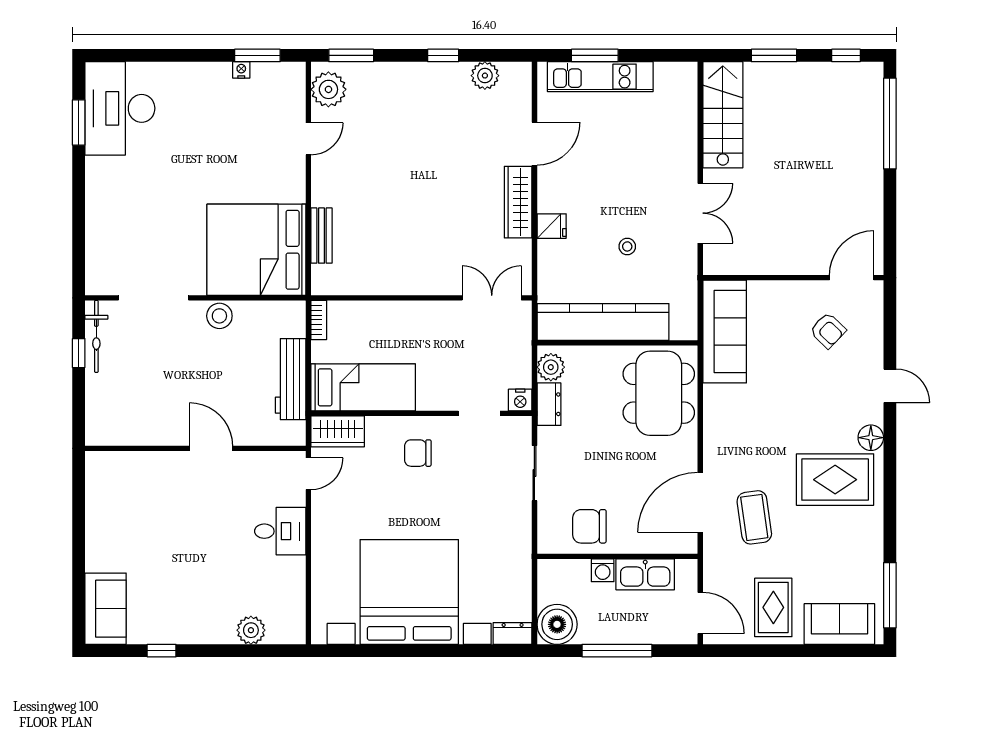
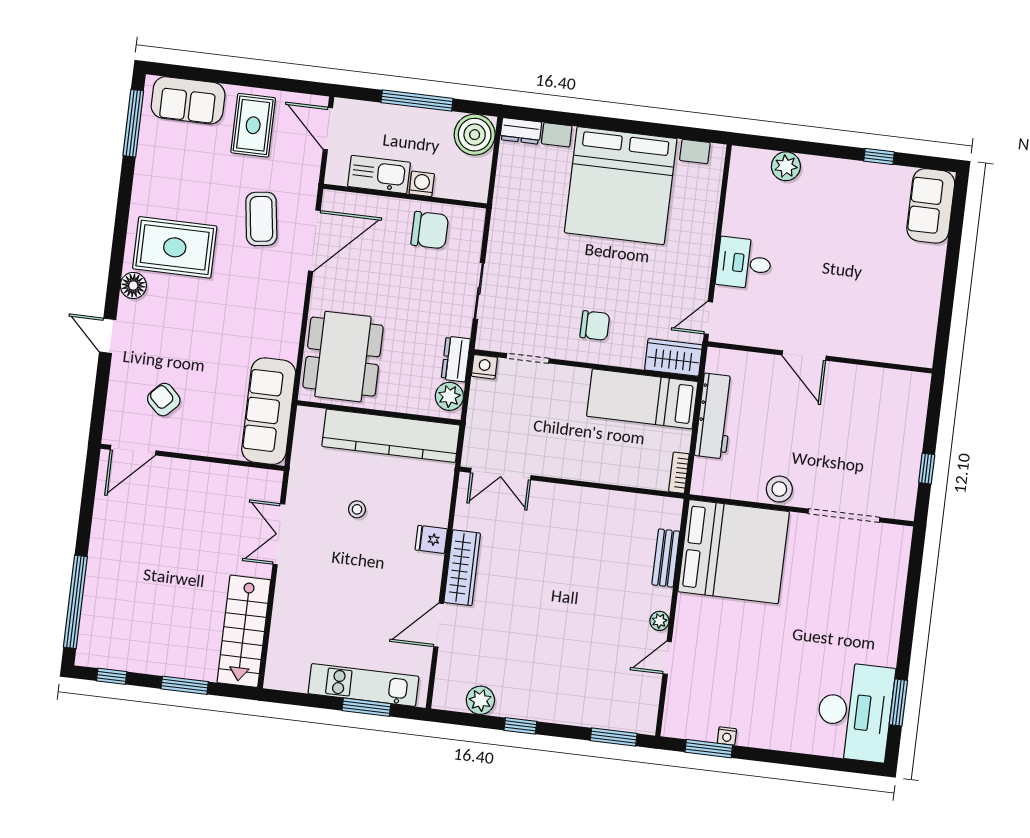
plant: (328, 89) -> (659, 621), moved, width x0.53, depth x0.53
bicycle: (96, 336) -> (907, 483), removed

